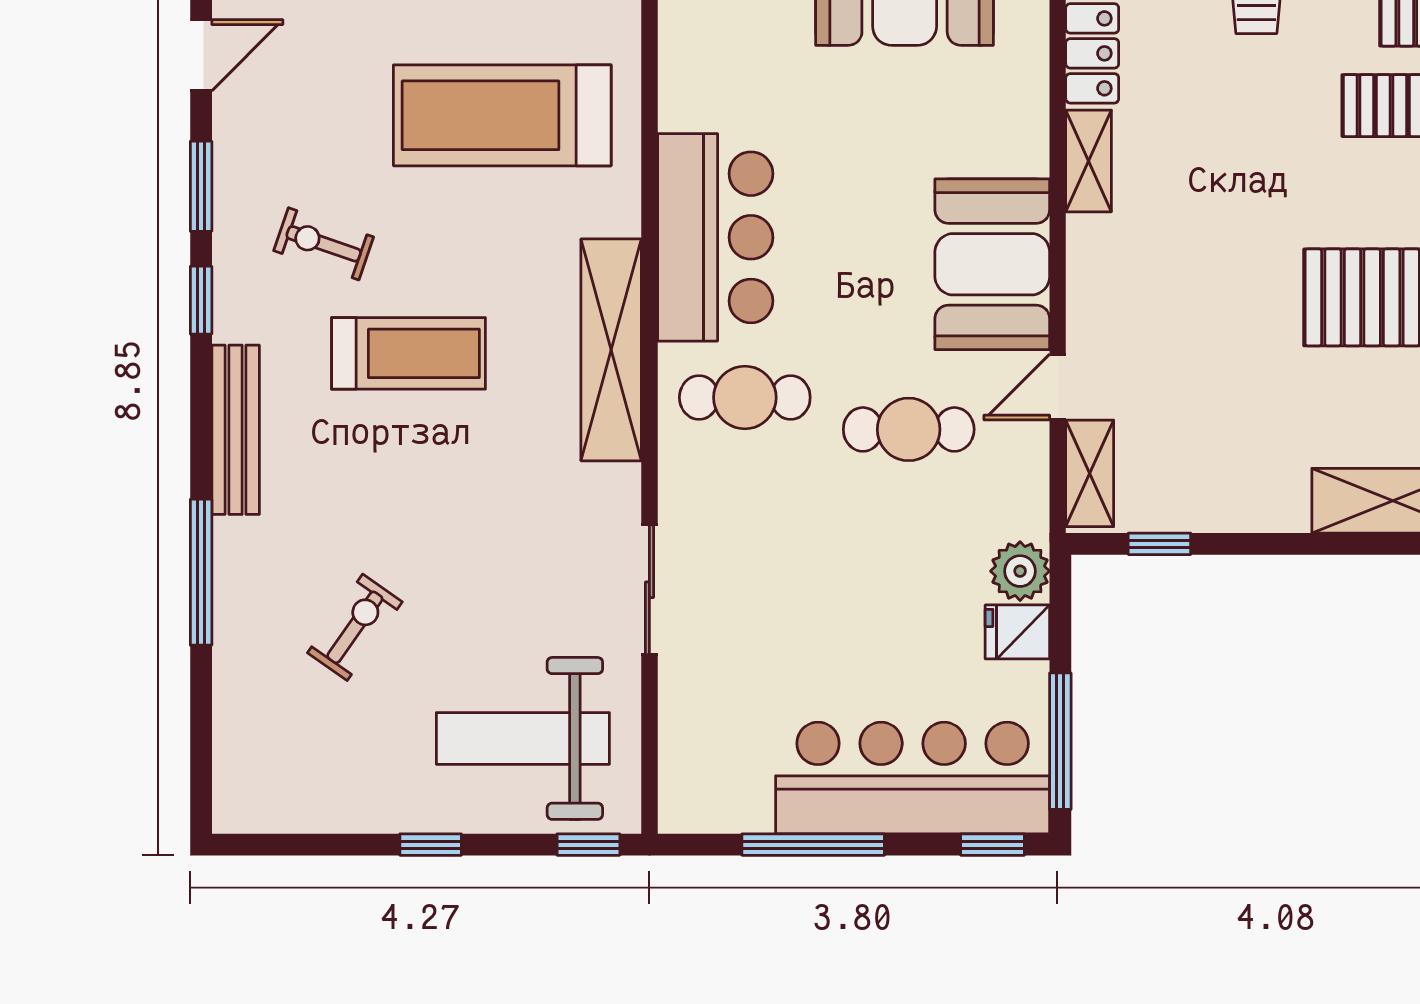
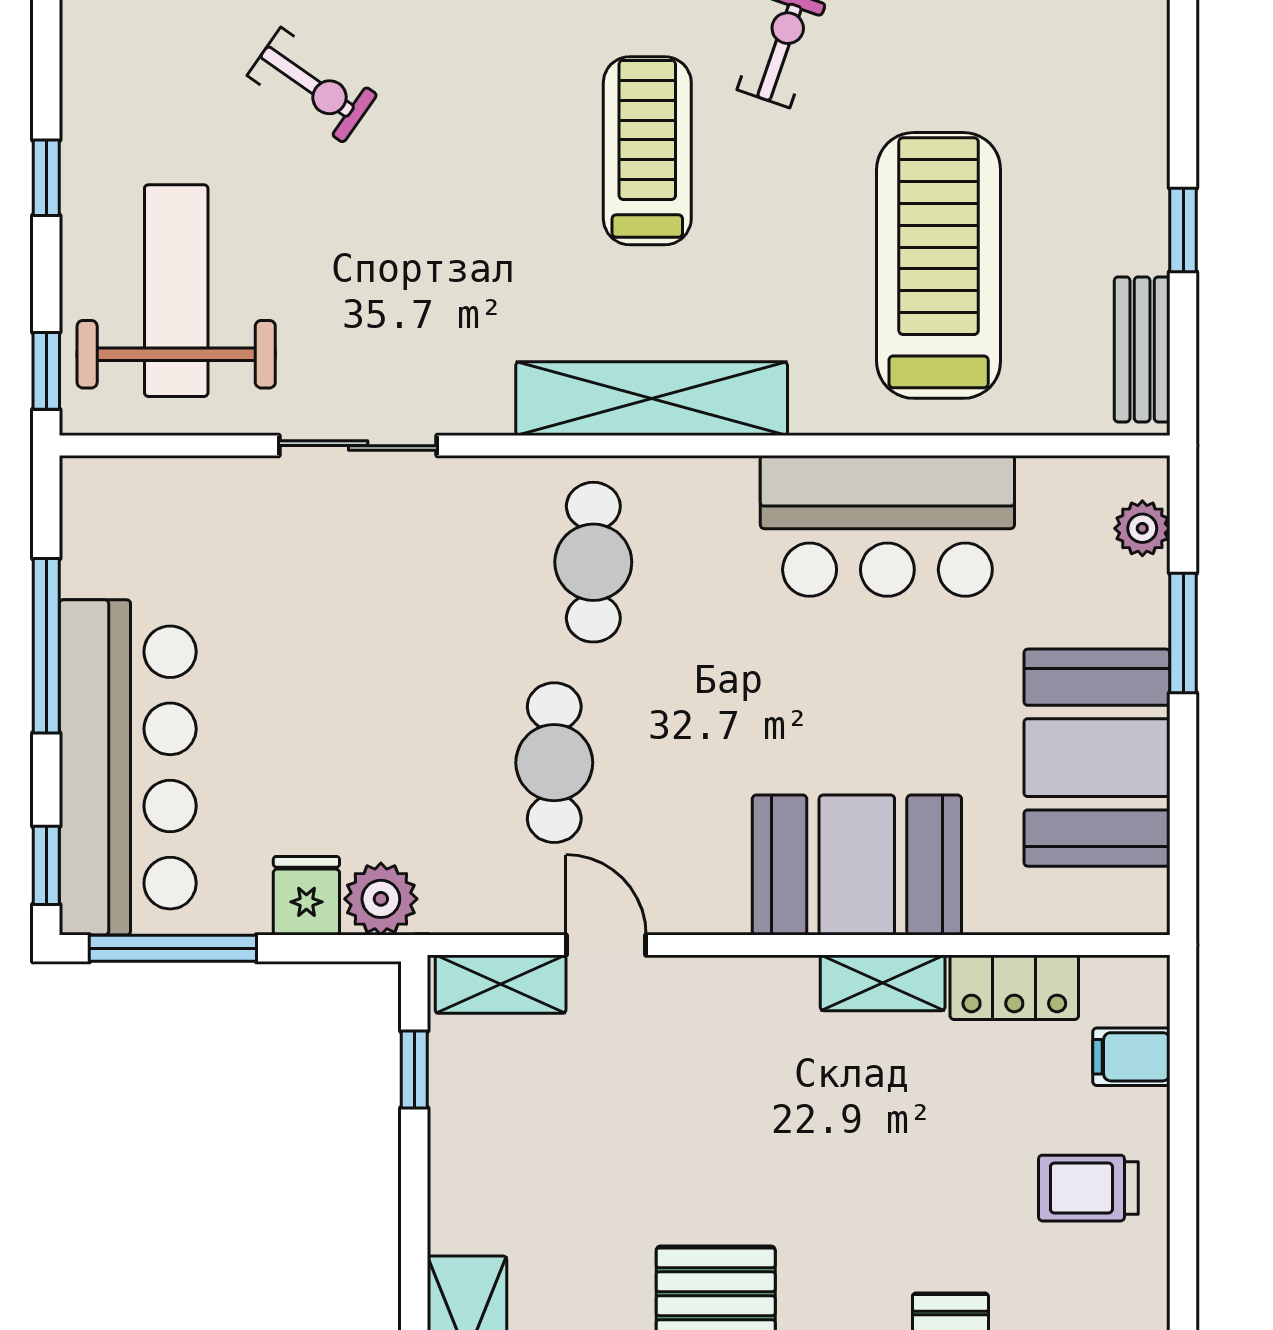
bar counter: (715, 237) -> (887, 526), moved
booth: (992, 264) -> (857, 865), moved
treadmill: (408, 353) -> (647, 151), turned 180

